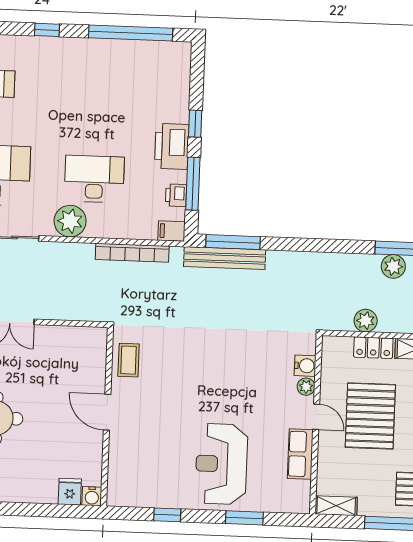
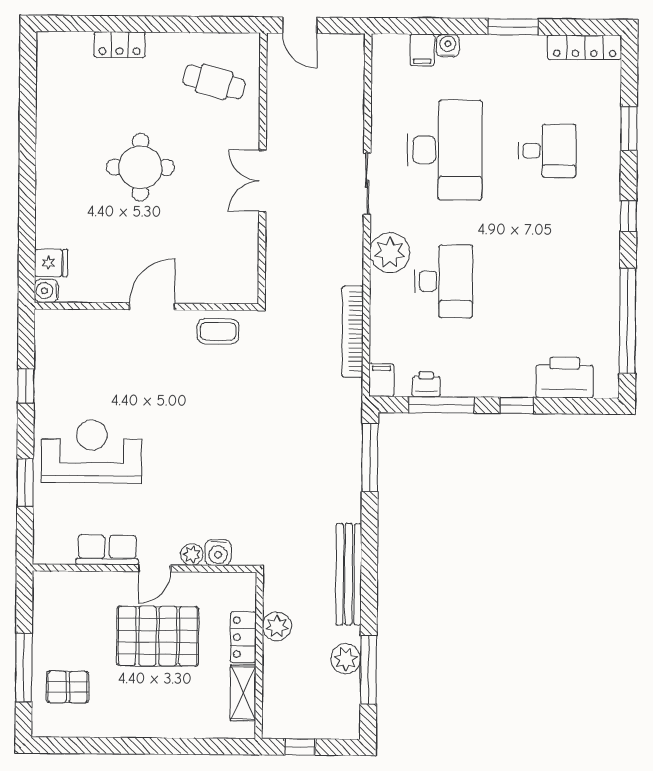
printer: (172, 146) -> (565, 377), moved
bench: (225, 258) -> (349, 574), moved
shelving: (336, 506) -> (44, 597), removed

